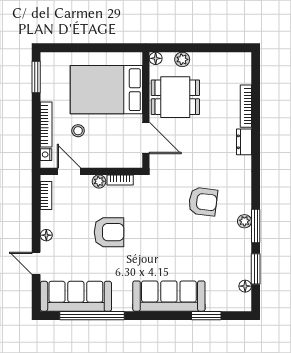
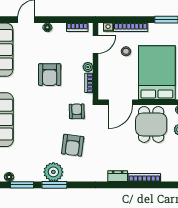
armchair: (158, 196) -> (77, 111), added
plant: (244, 221) -> (53, 172), width x1.88, depth x1.88

